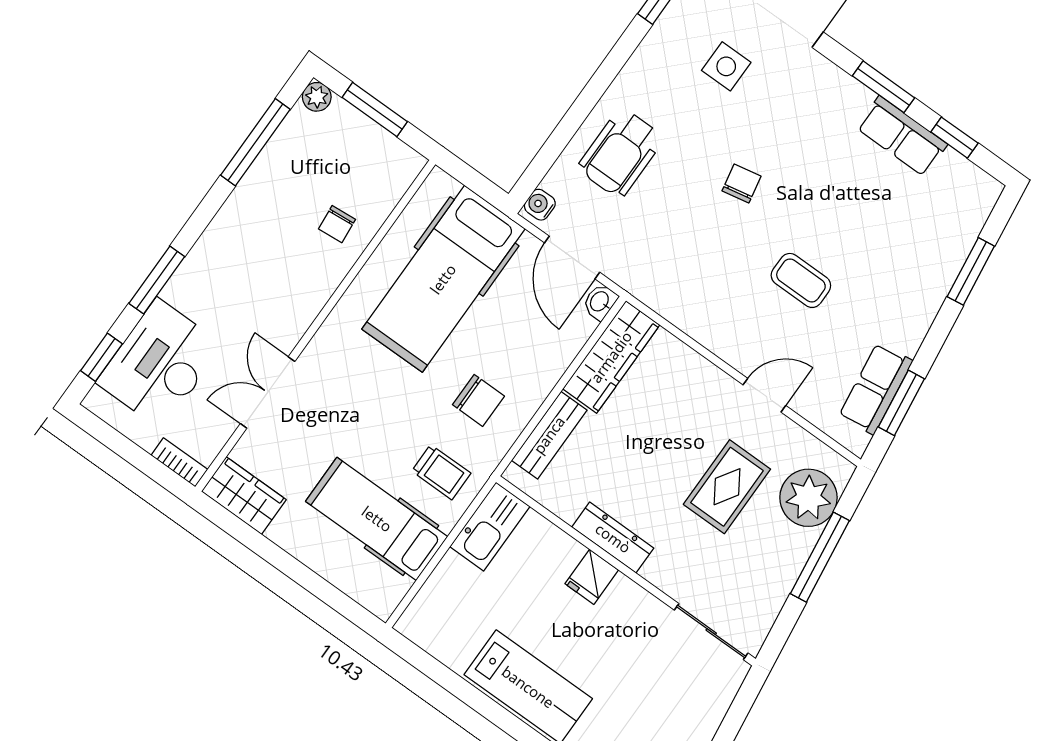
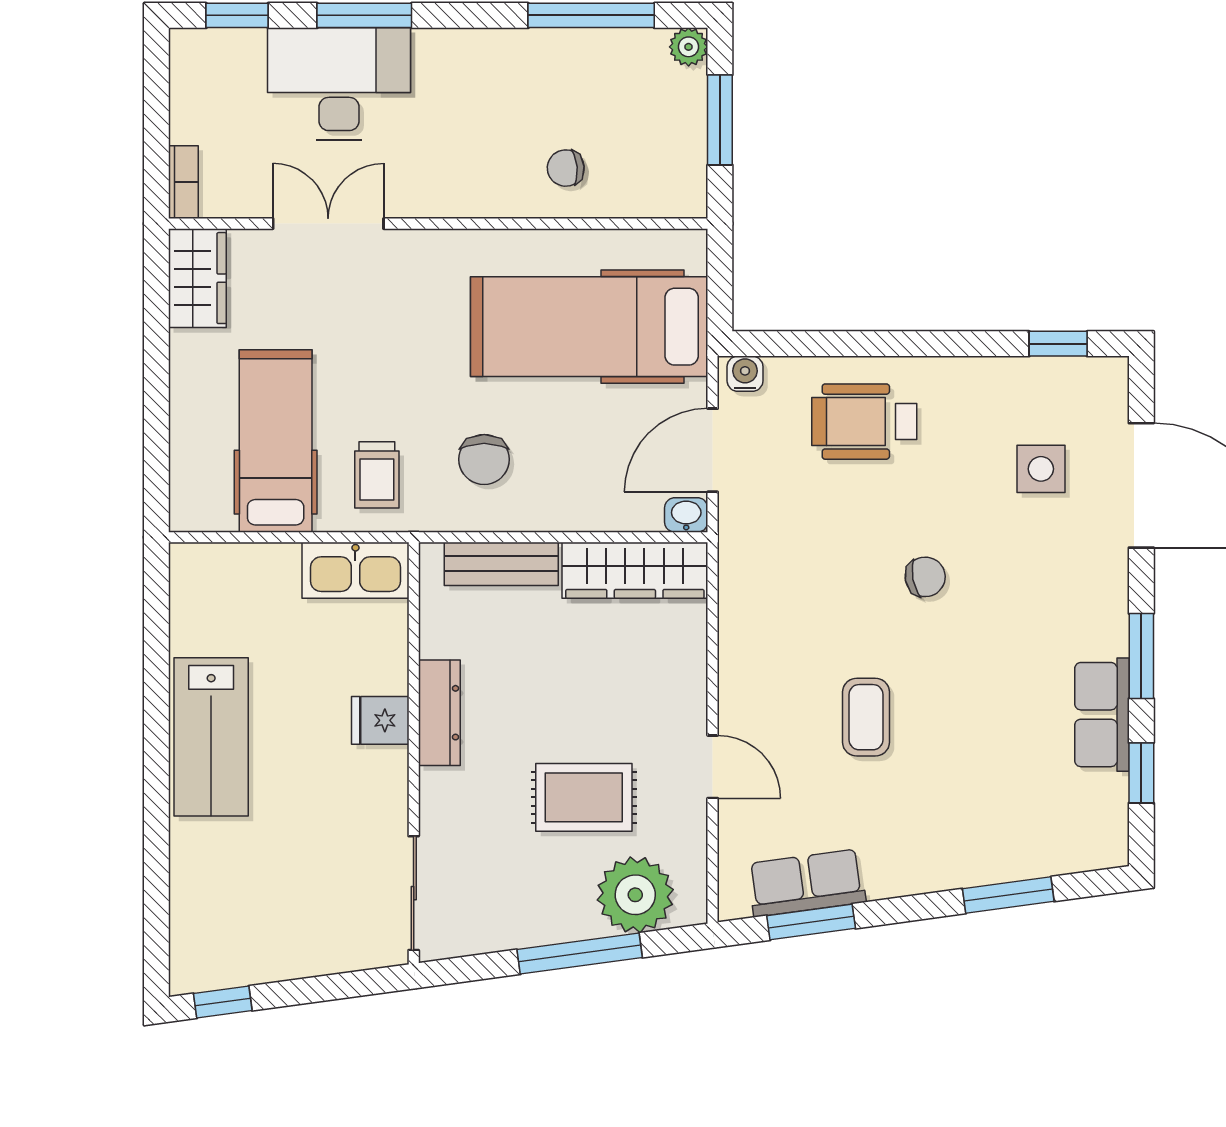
desk: (160, 364) -> (339, 84), moved

